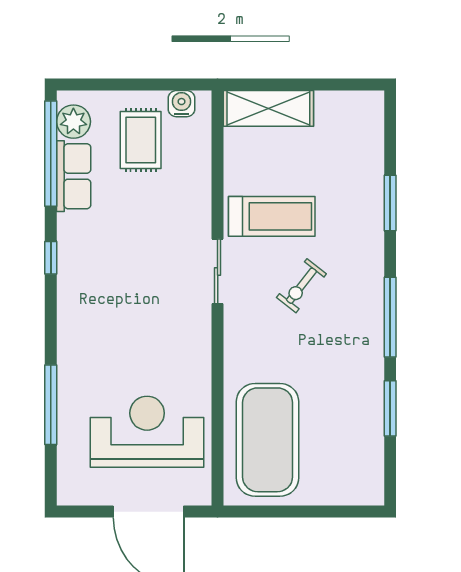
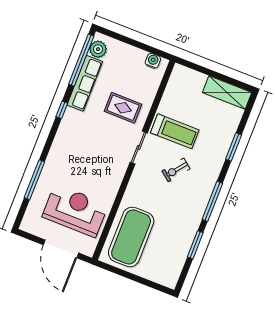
shelving: (268, 108) -> (227, 93), moved
rug: (141, 140) -> (123, 108), moved, turned 90
row of seats: (74, 176) -> (85, 83), width x1.48

